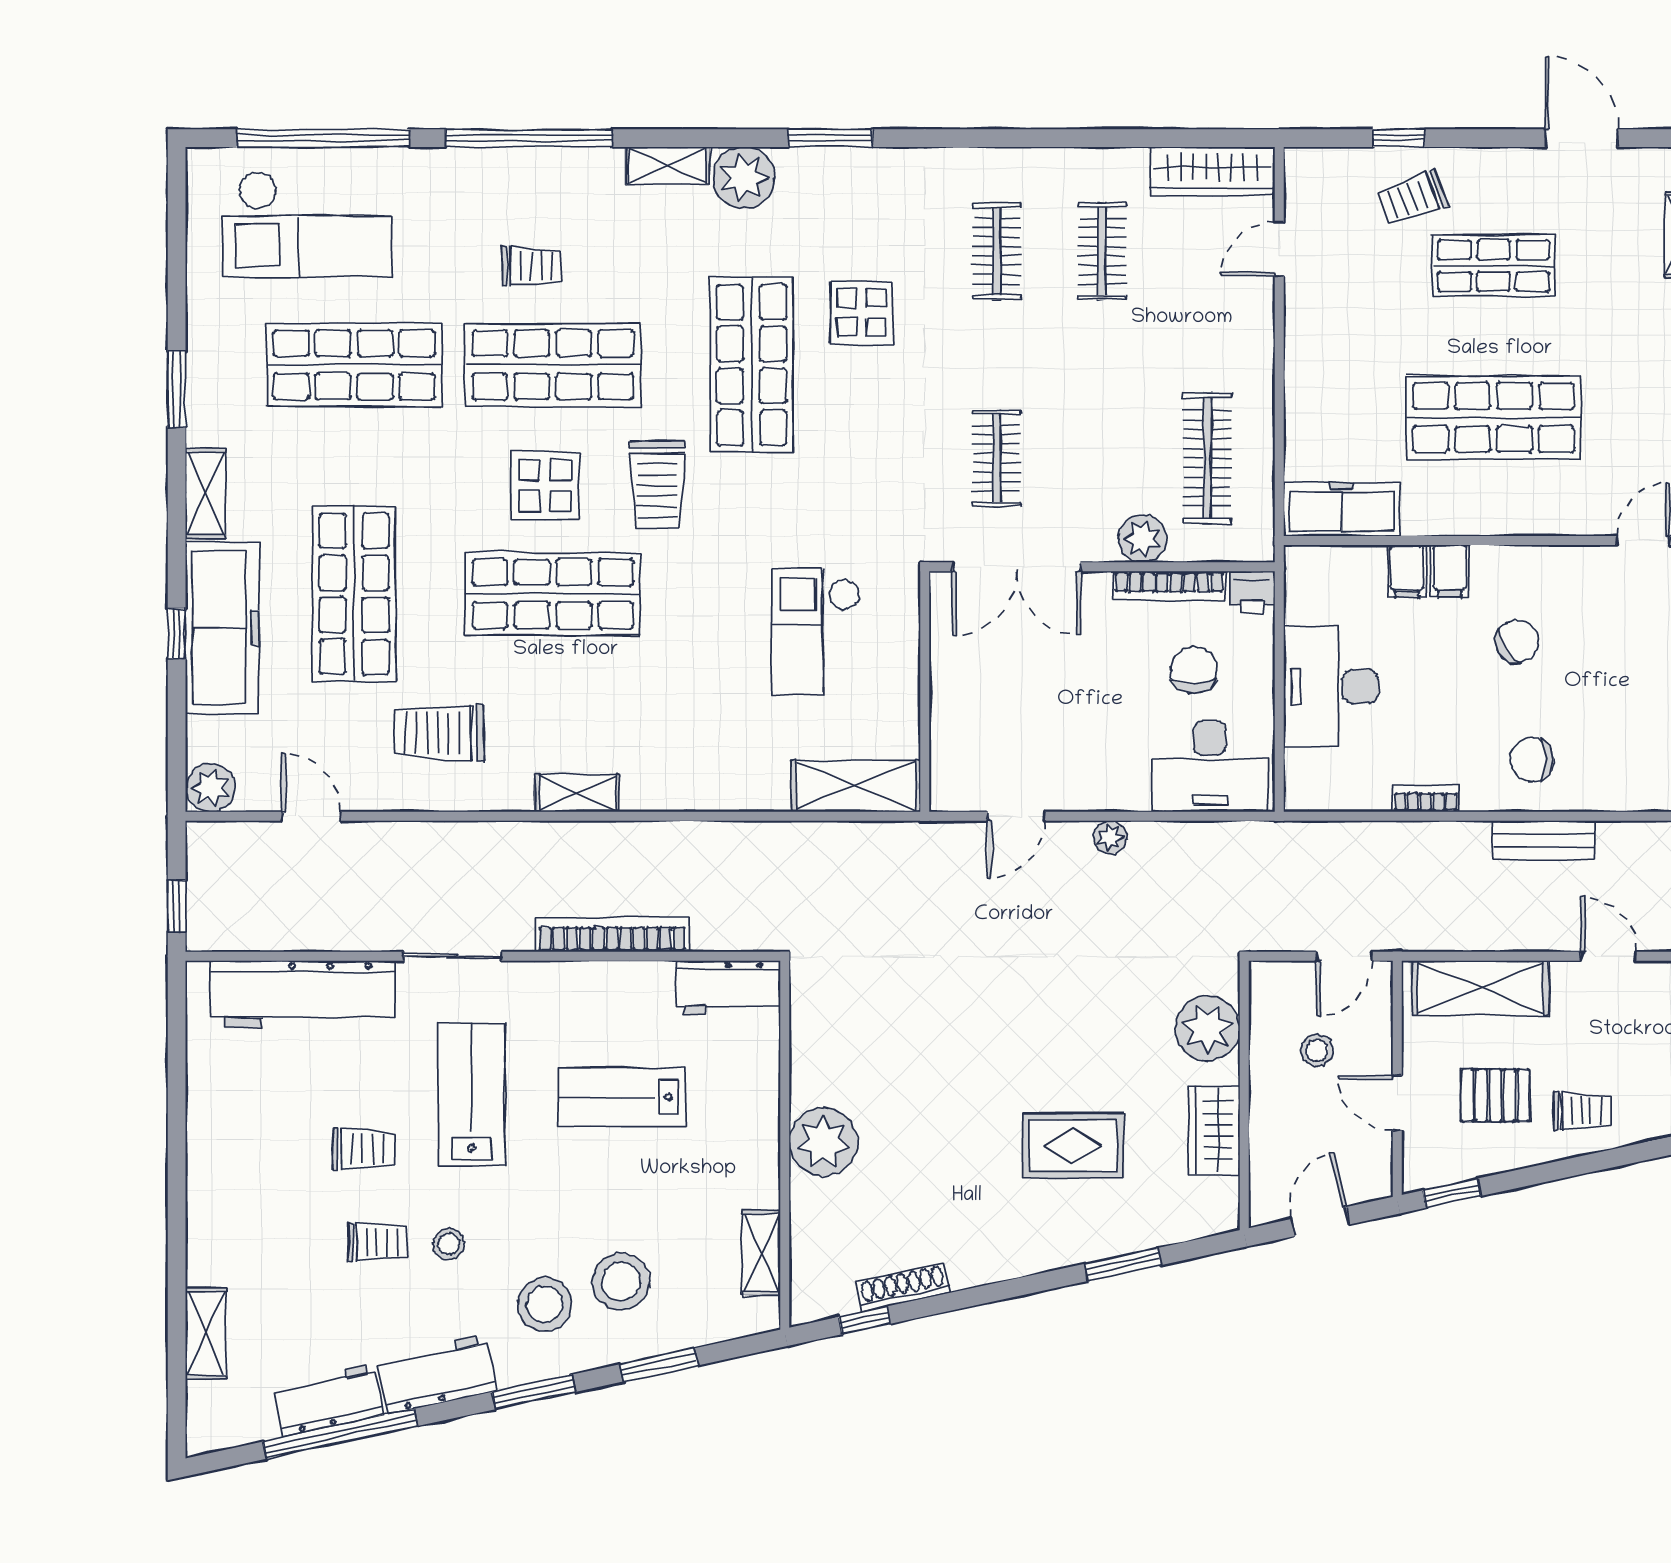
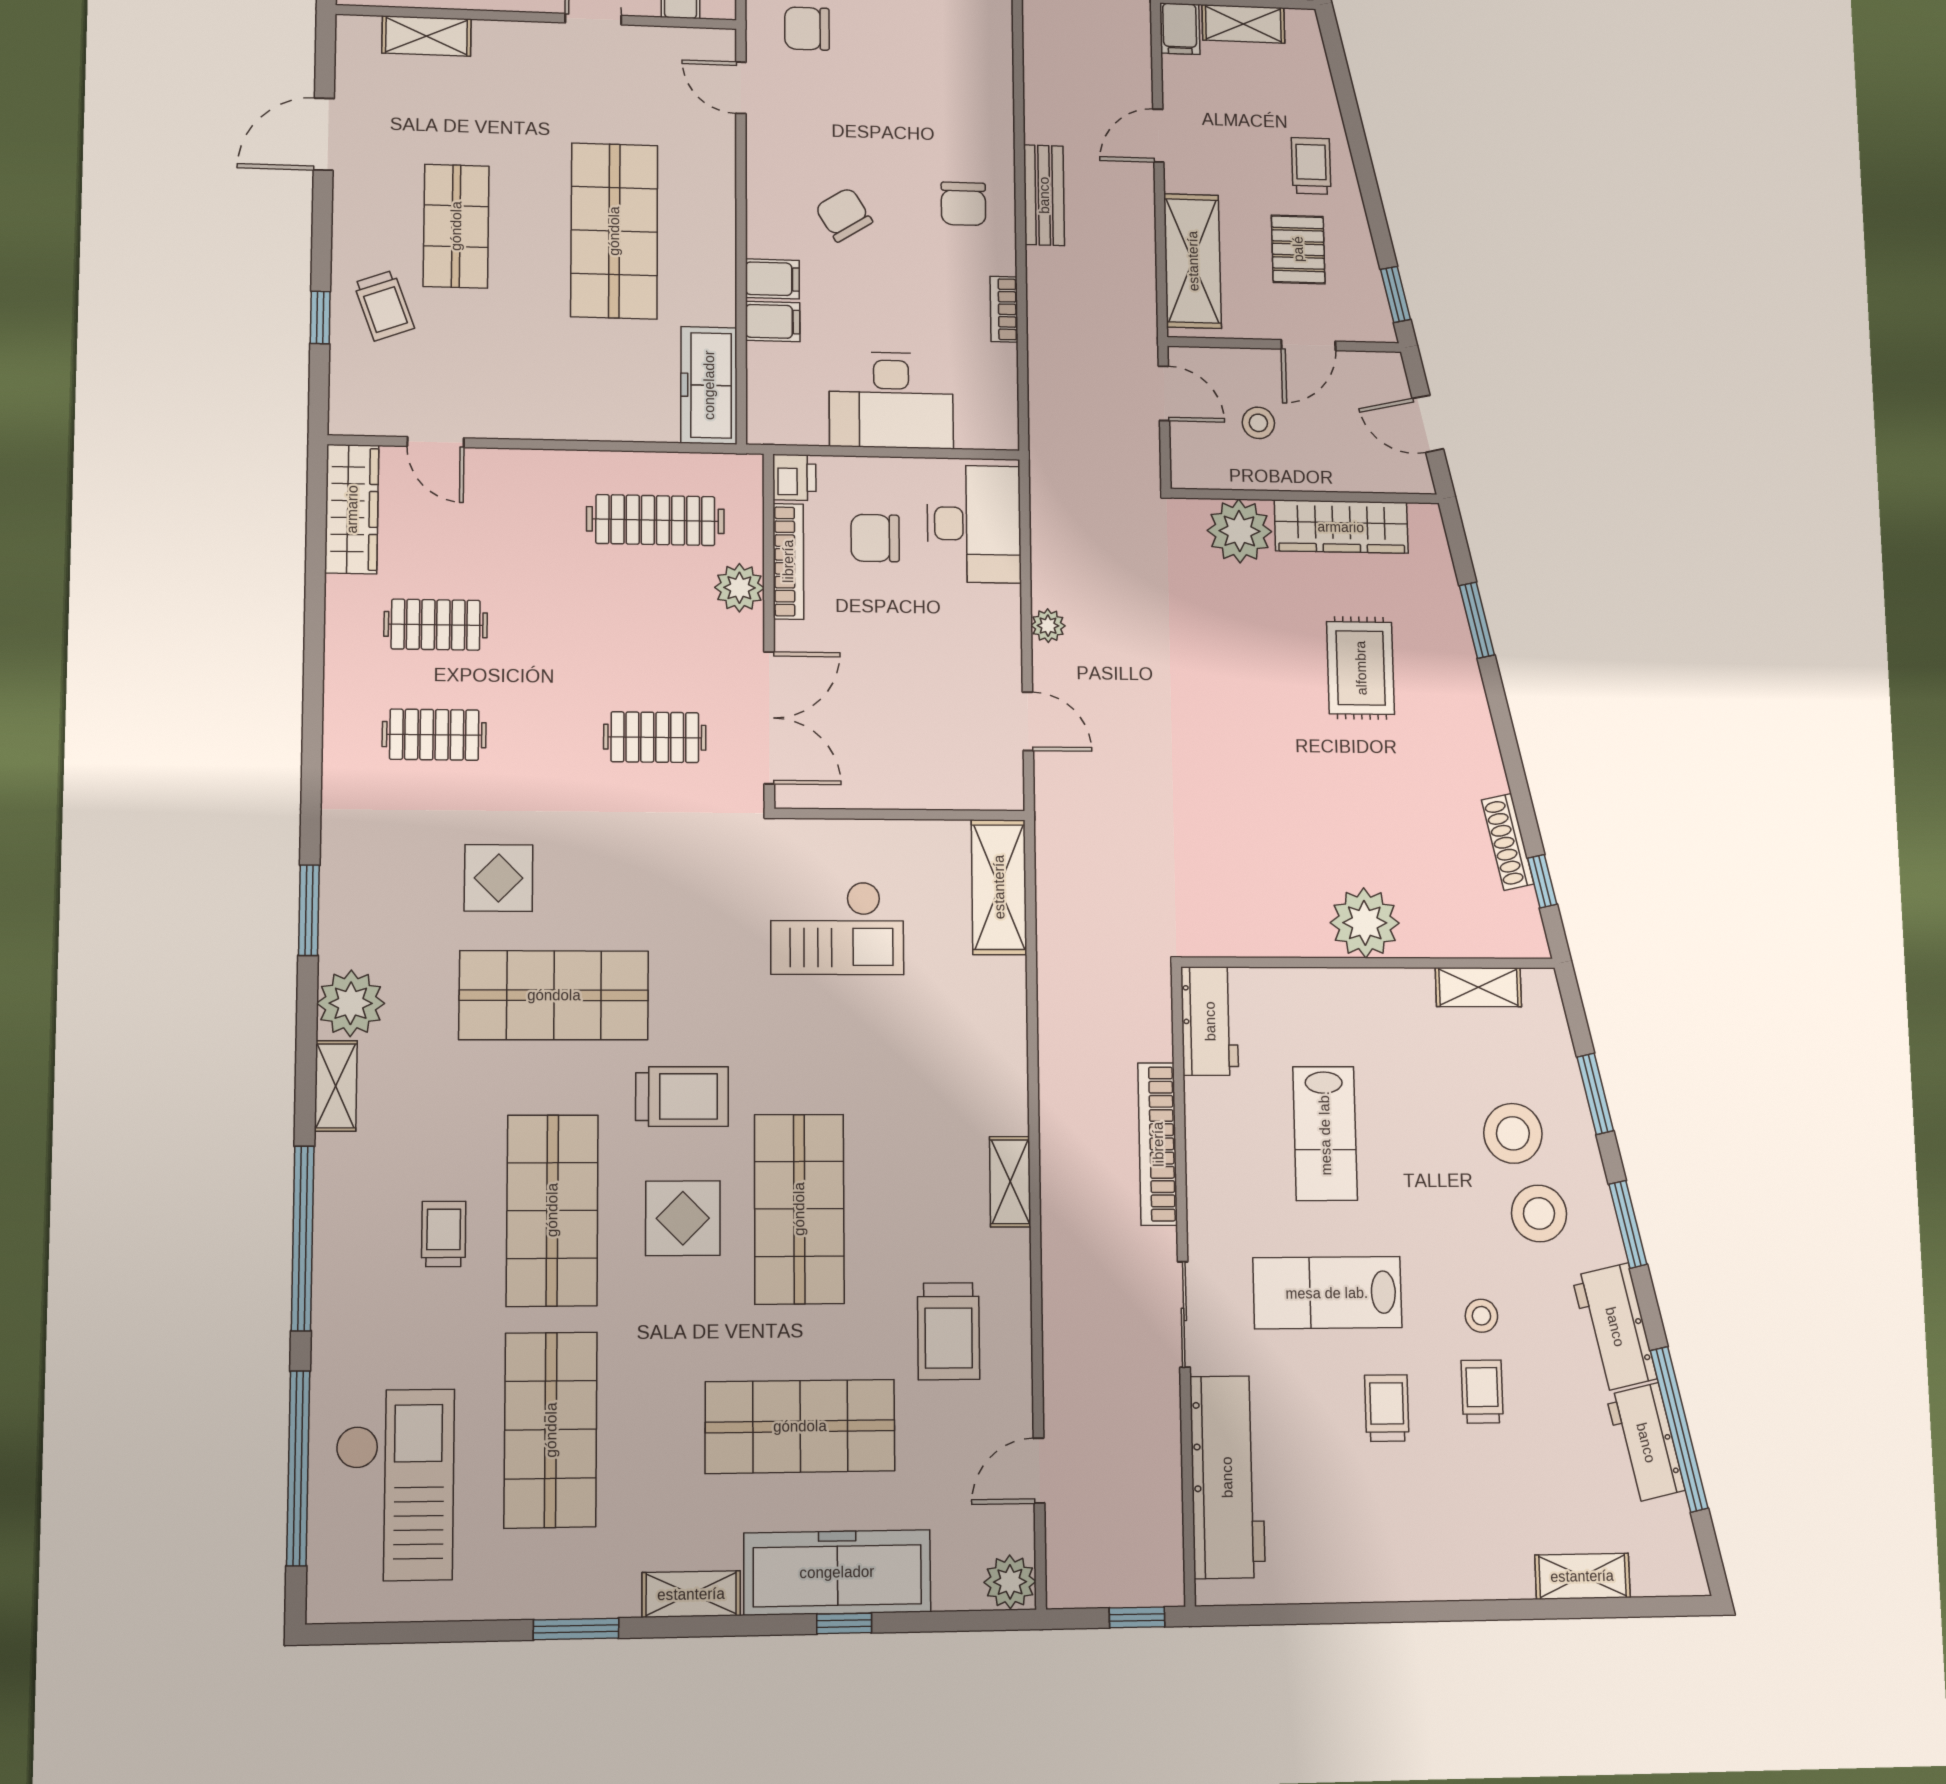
wardrobe: (1214, 1131) -> (1341, 527), width x1.50

